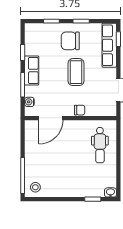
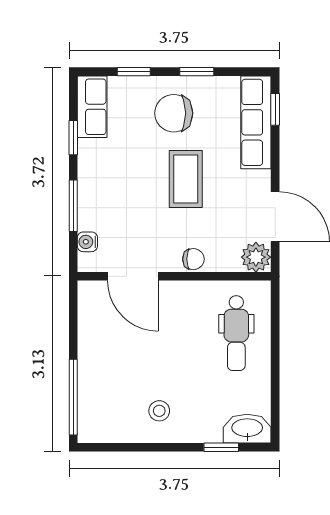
row of seats: (32, 71) -> (92, 107), moved
plant: (109, 109) -> (256, 257), added
door: (51, 118) -> (133, 276), hinge flipped
stool: (35, 187) -> (159, 411), moved
washbasin: (110, 192) -> (247, 429), width x1.91, depth x1.45

